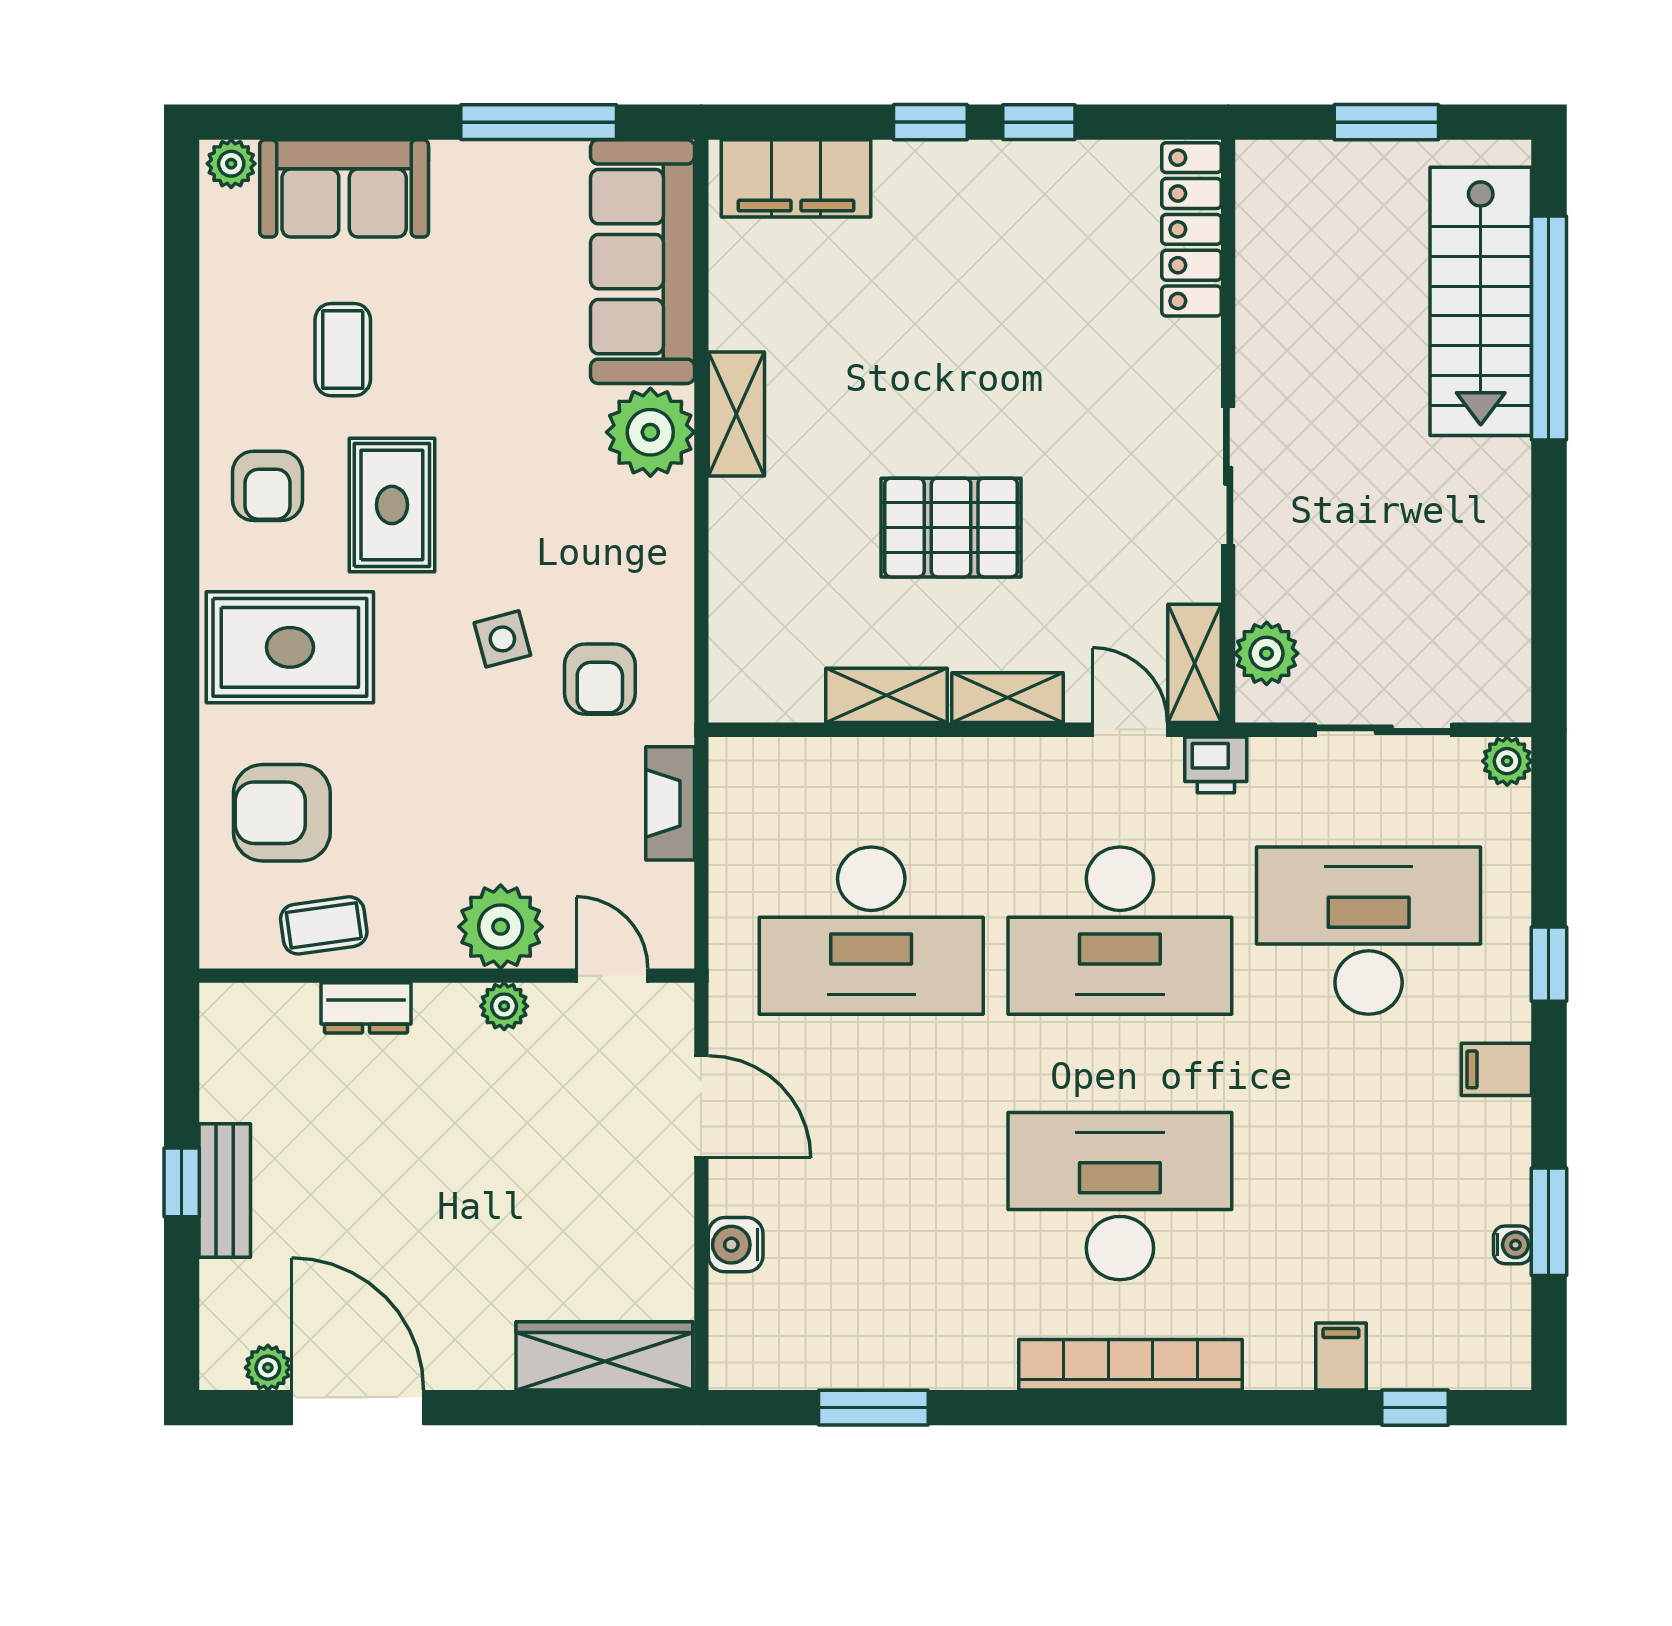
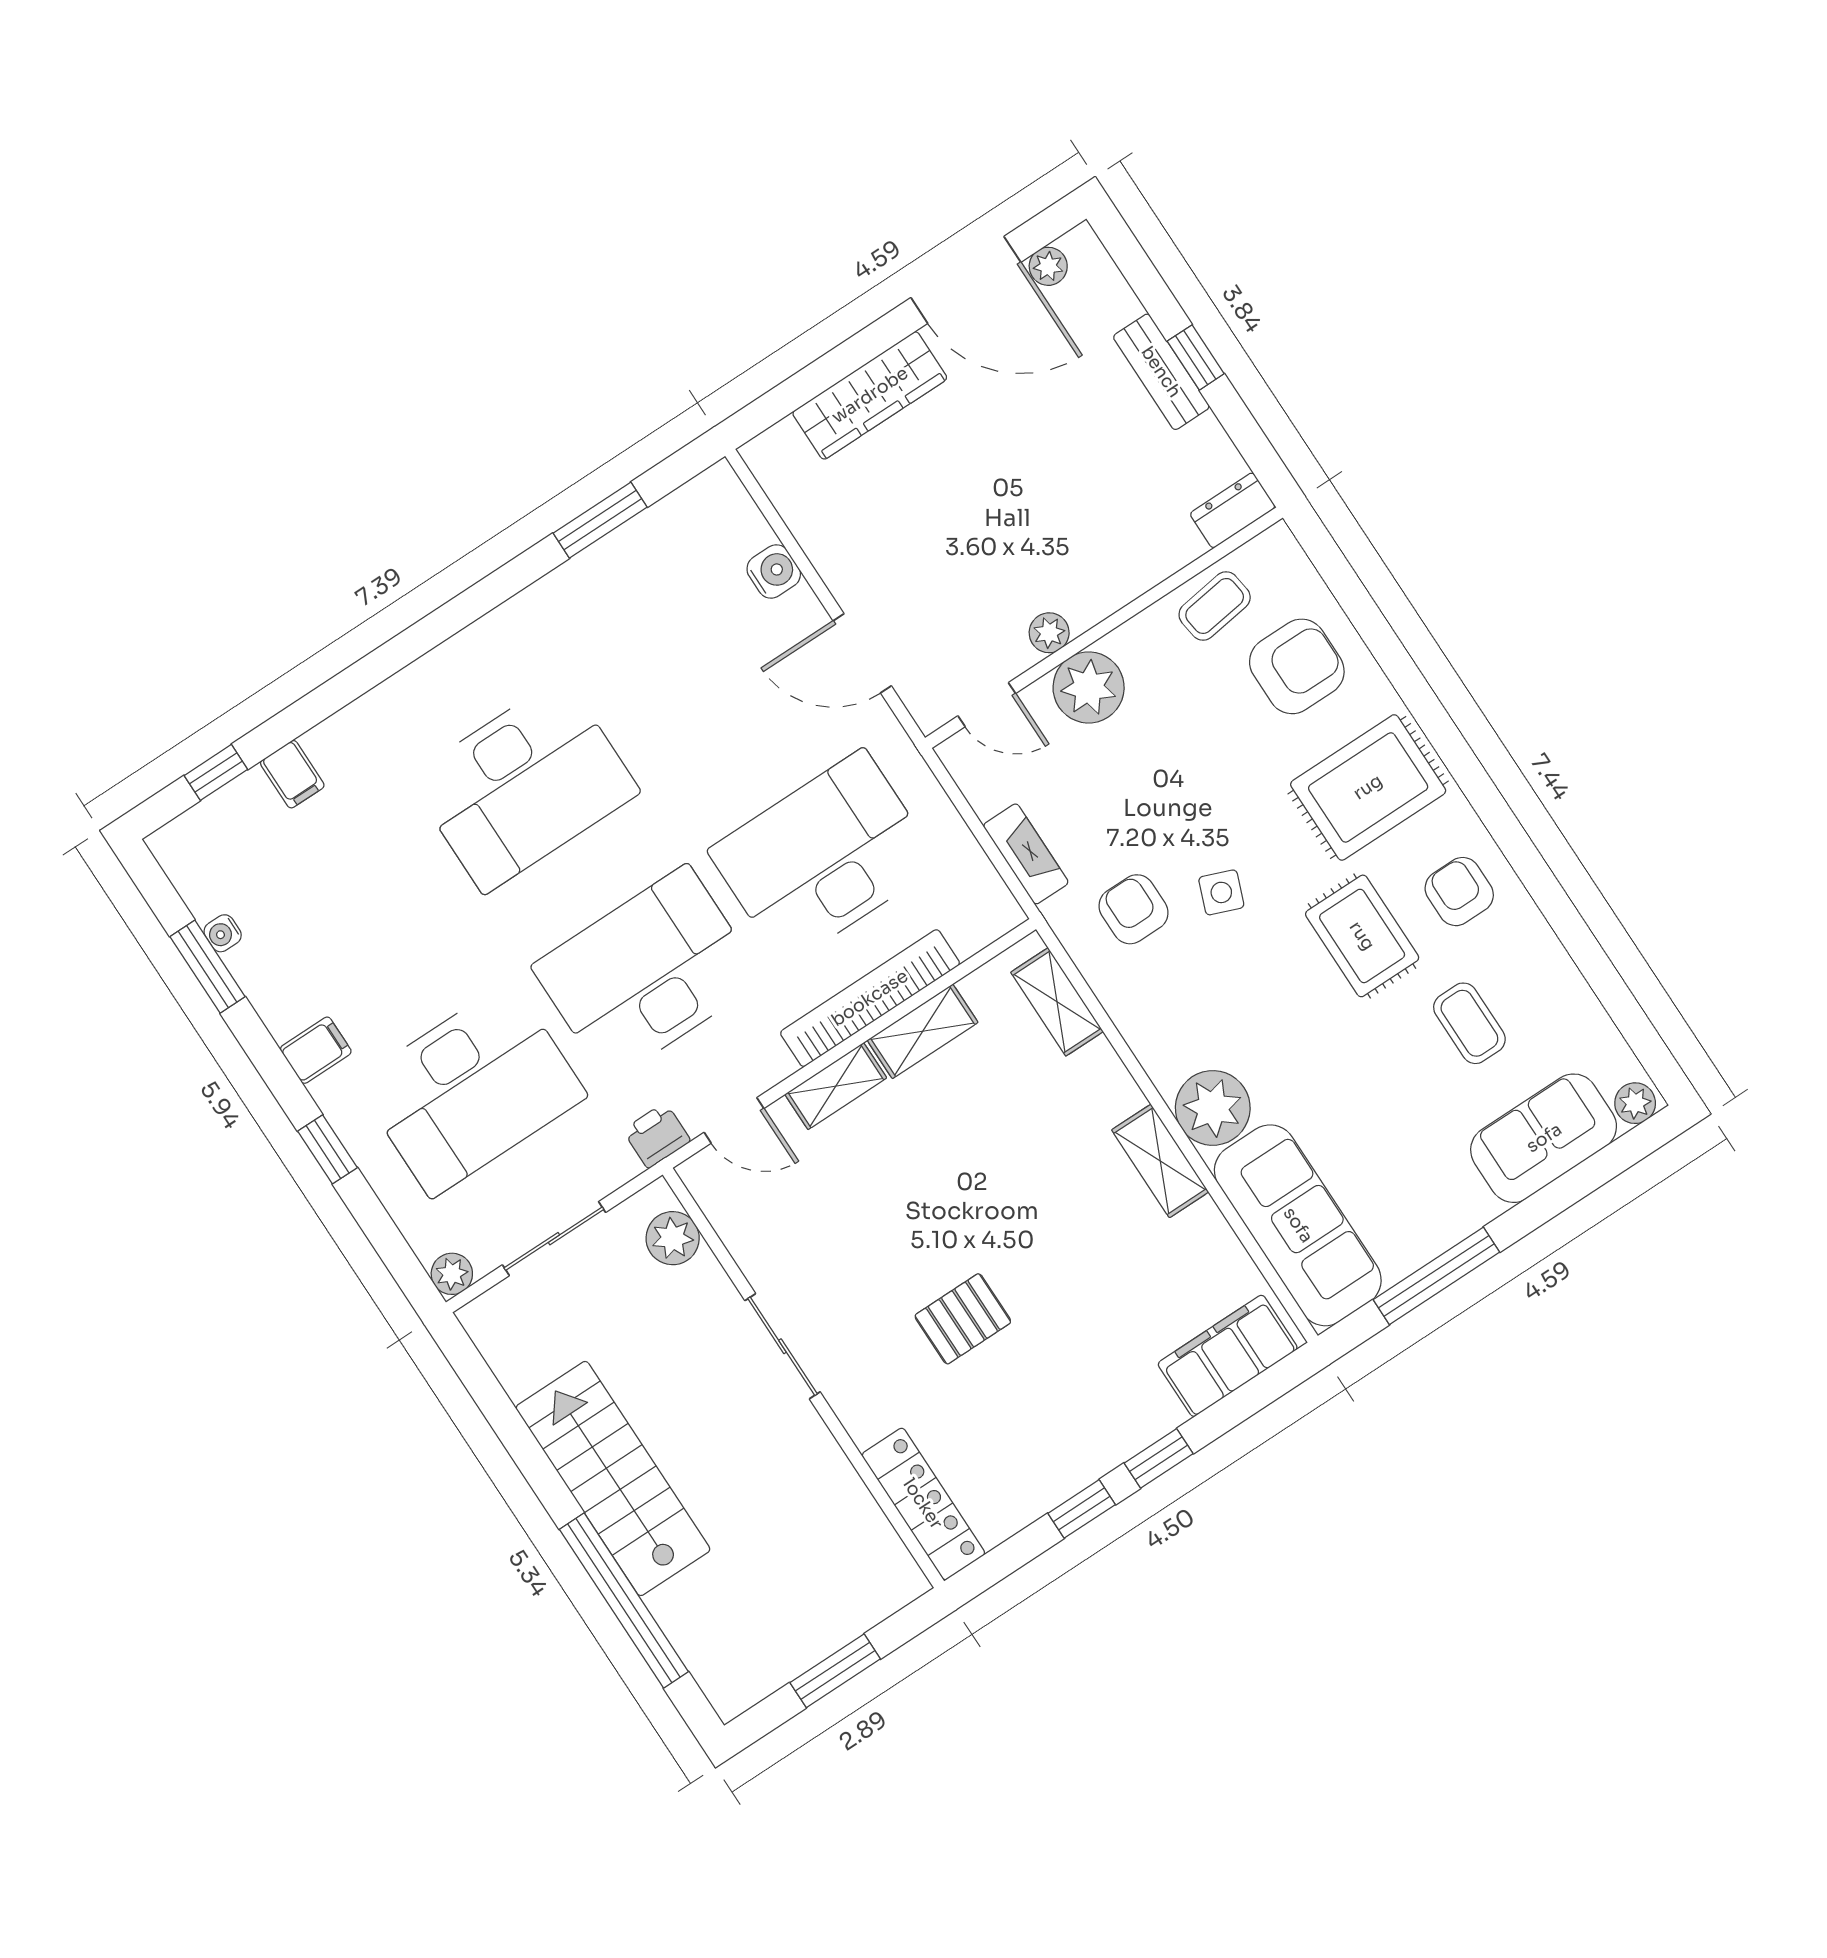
stairs: (1481, 301) -> (613, 1478), moved
pallet: (951, 528) -> (963, 1319), moved, width x0.67, depth x0.71
side table: (502, 639) -> (1221, 892), turned 36
shelving: (1194, 663) -> (1057, 1002), moved
dresser: (366, 1008) -> (1233, 510), moved
wardrobe: (604, 1356) -> (870, 395), moved
bookcase: (1130, 1365) -> (870, 998), moved, turned 180

